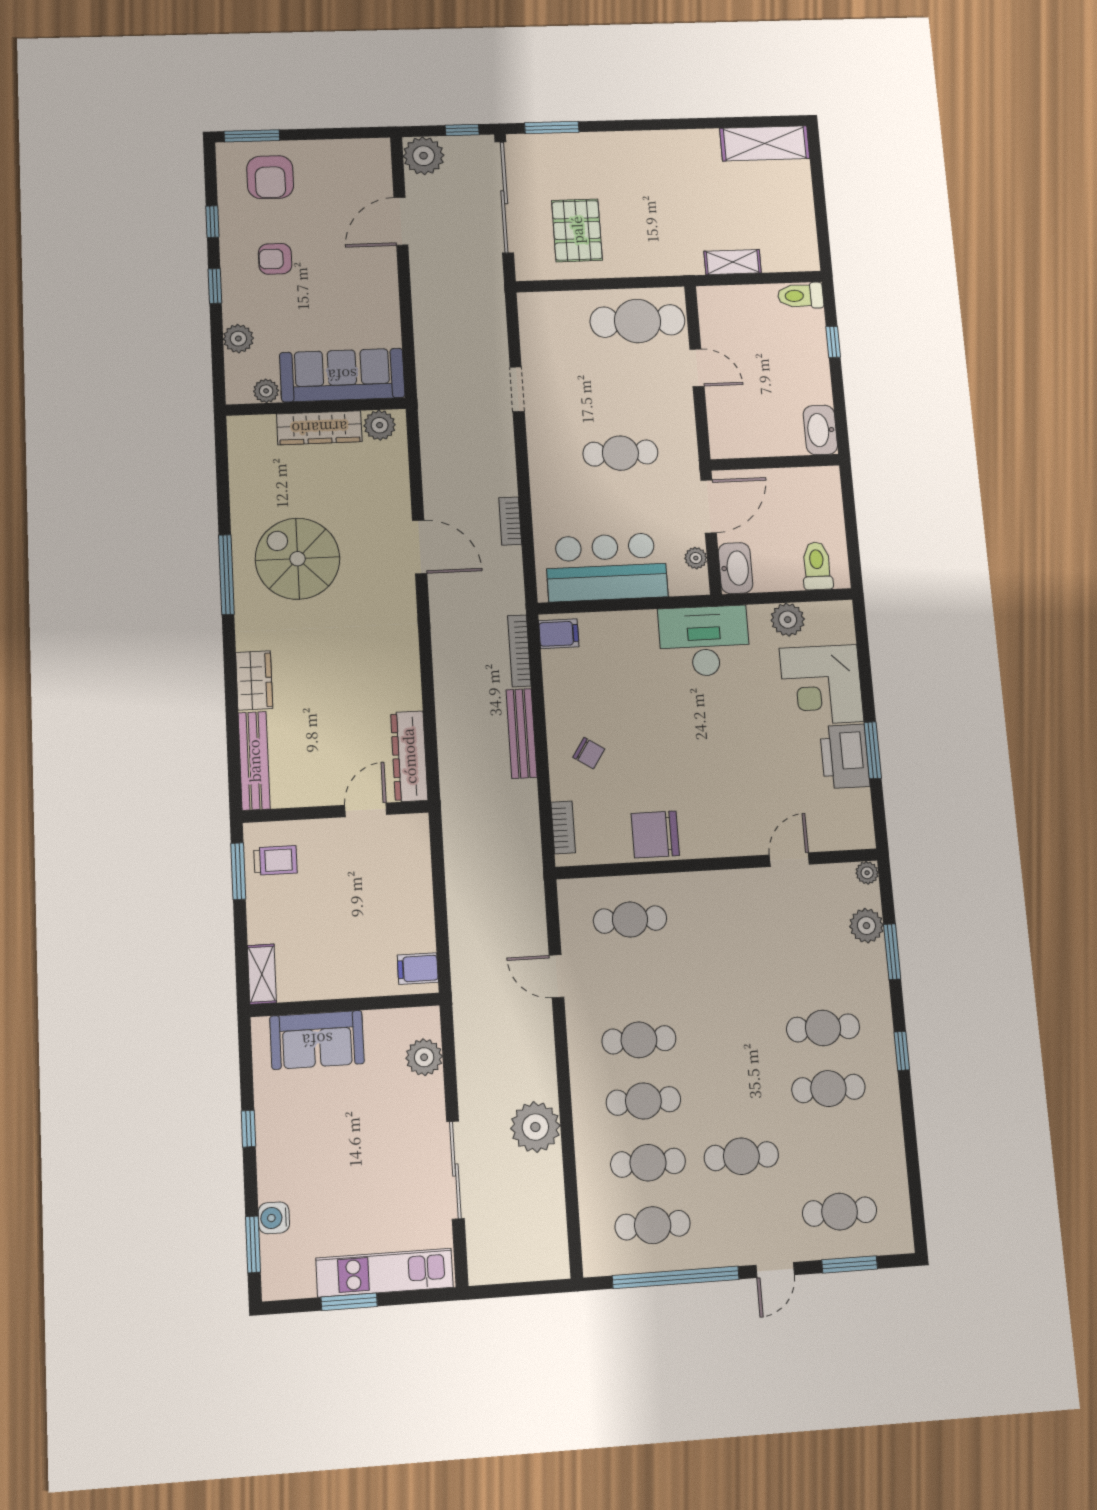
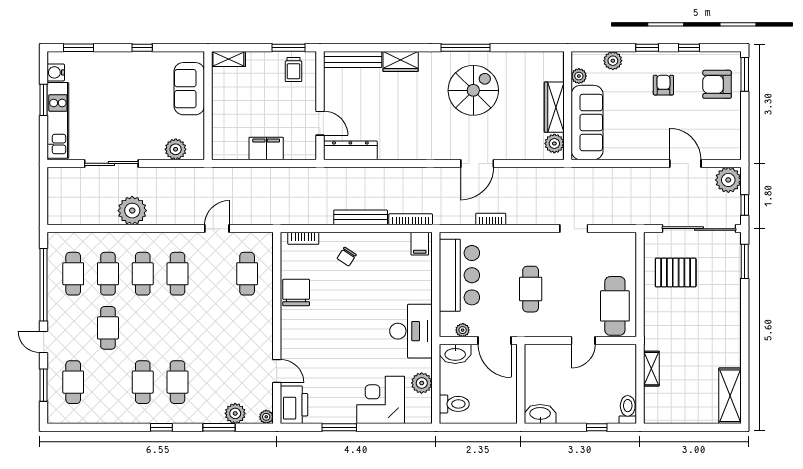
printer: (845, 756) -> (294, 405), moved, turned 90
filing cabinet: (418, 969) -> (266, 148), moved, width x2.00
water cooler: (274, 1218) -> (56, 72), moved, turned -90

